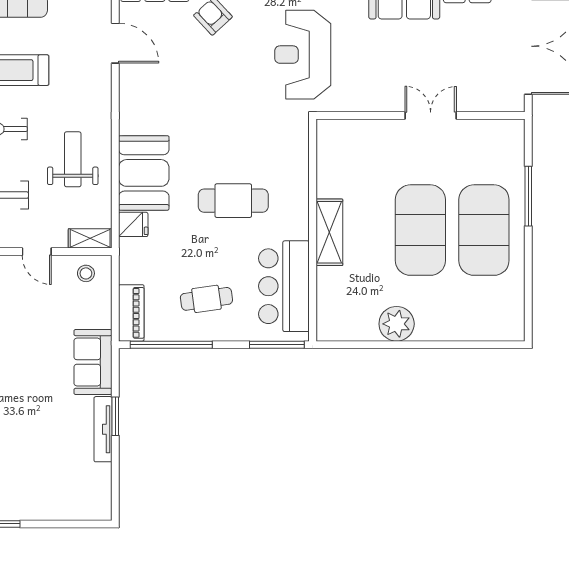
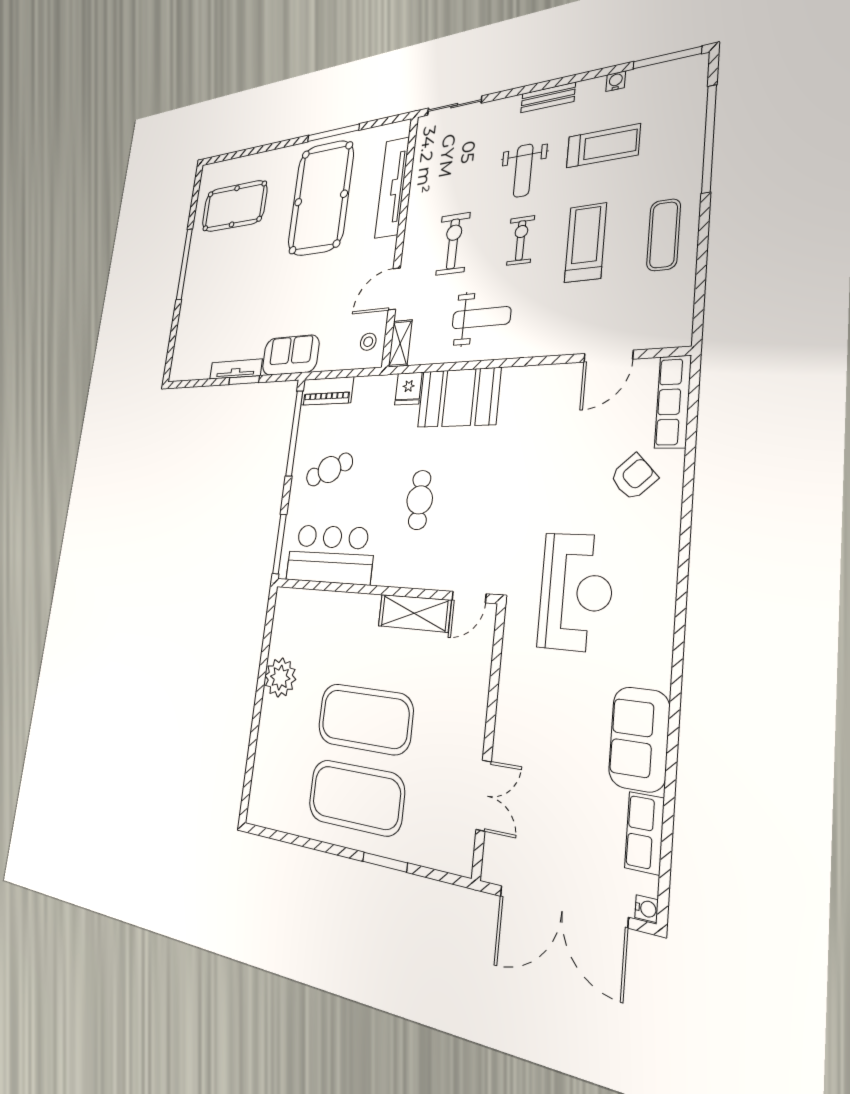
reception desk: (303, 55) -> (576, 592), turned 90
double door: (431, 115) -> (484, 795), moved
door: (313, 145) -> (469, 597), added
window: (528, 196) -> (385, 862), width x0.69
cafe table: (233, 201) -> (420, 500), width x0.73, depth x0.74
shelving: (329, 232) -> (414, 613), moved
door: (37, 252) -> (394, 289), width x1.38
cafe table: (206, 299) -> (329, 470), turned 75

